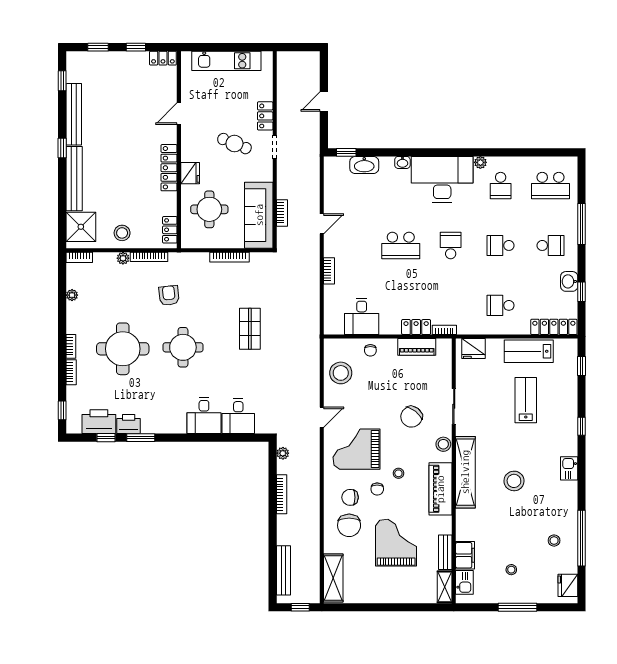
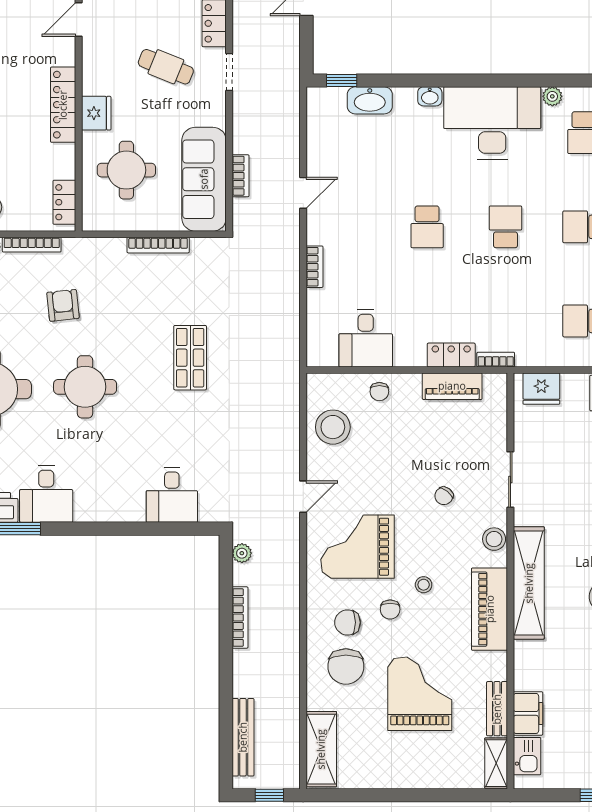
school desk: (401, 245) -> (427, 227), width x0.54
desk: (204, 416) -> (46, 494), moved
chair: (411, 417) -> (444, 496), width x0.54, depth x0.54

